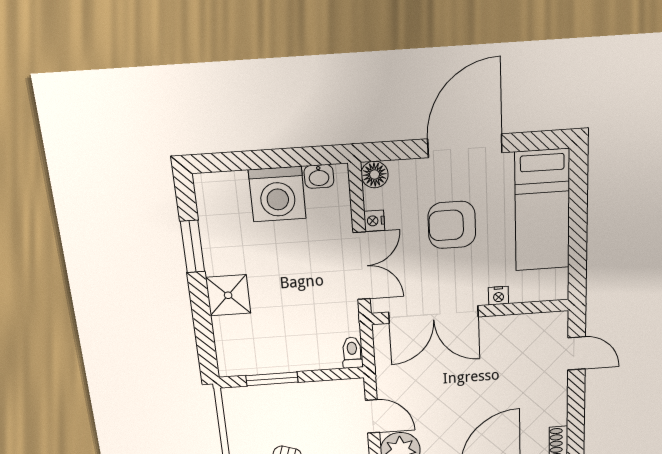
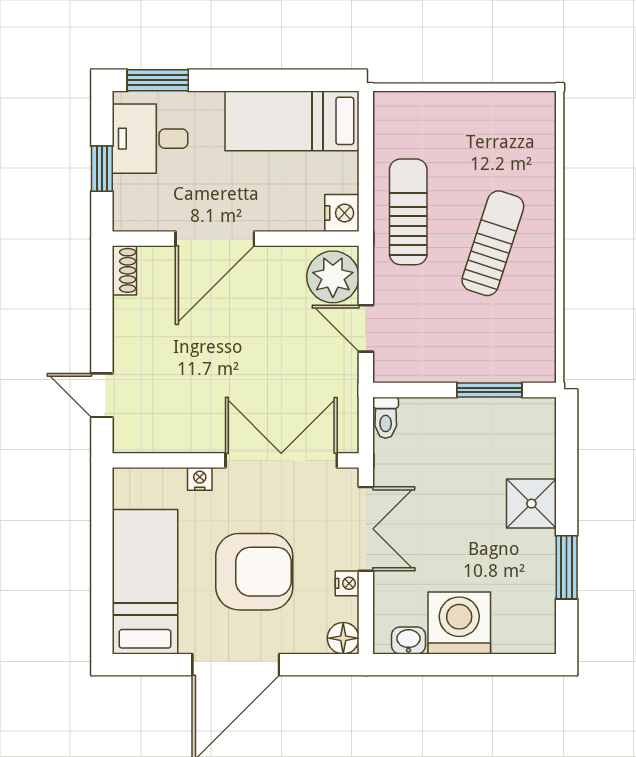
armchair: (452, 225) -> (254, 572), width x1.36, depth x1.36
double door: (362, 266) -> (366, 529), swing flipped

